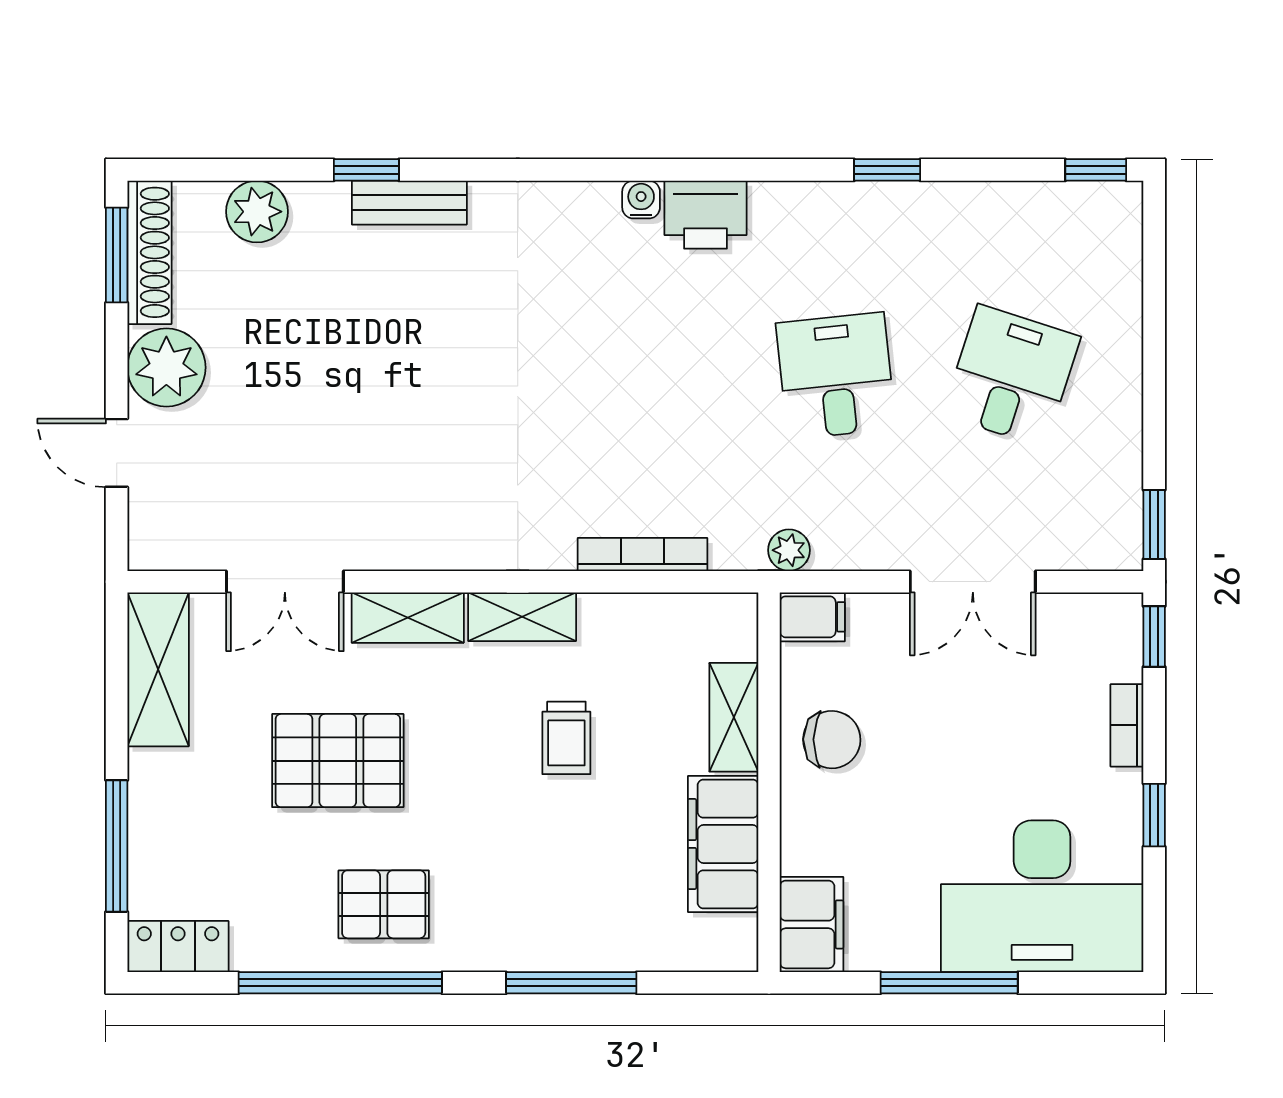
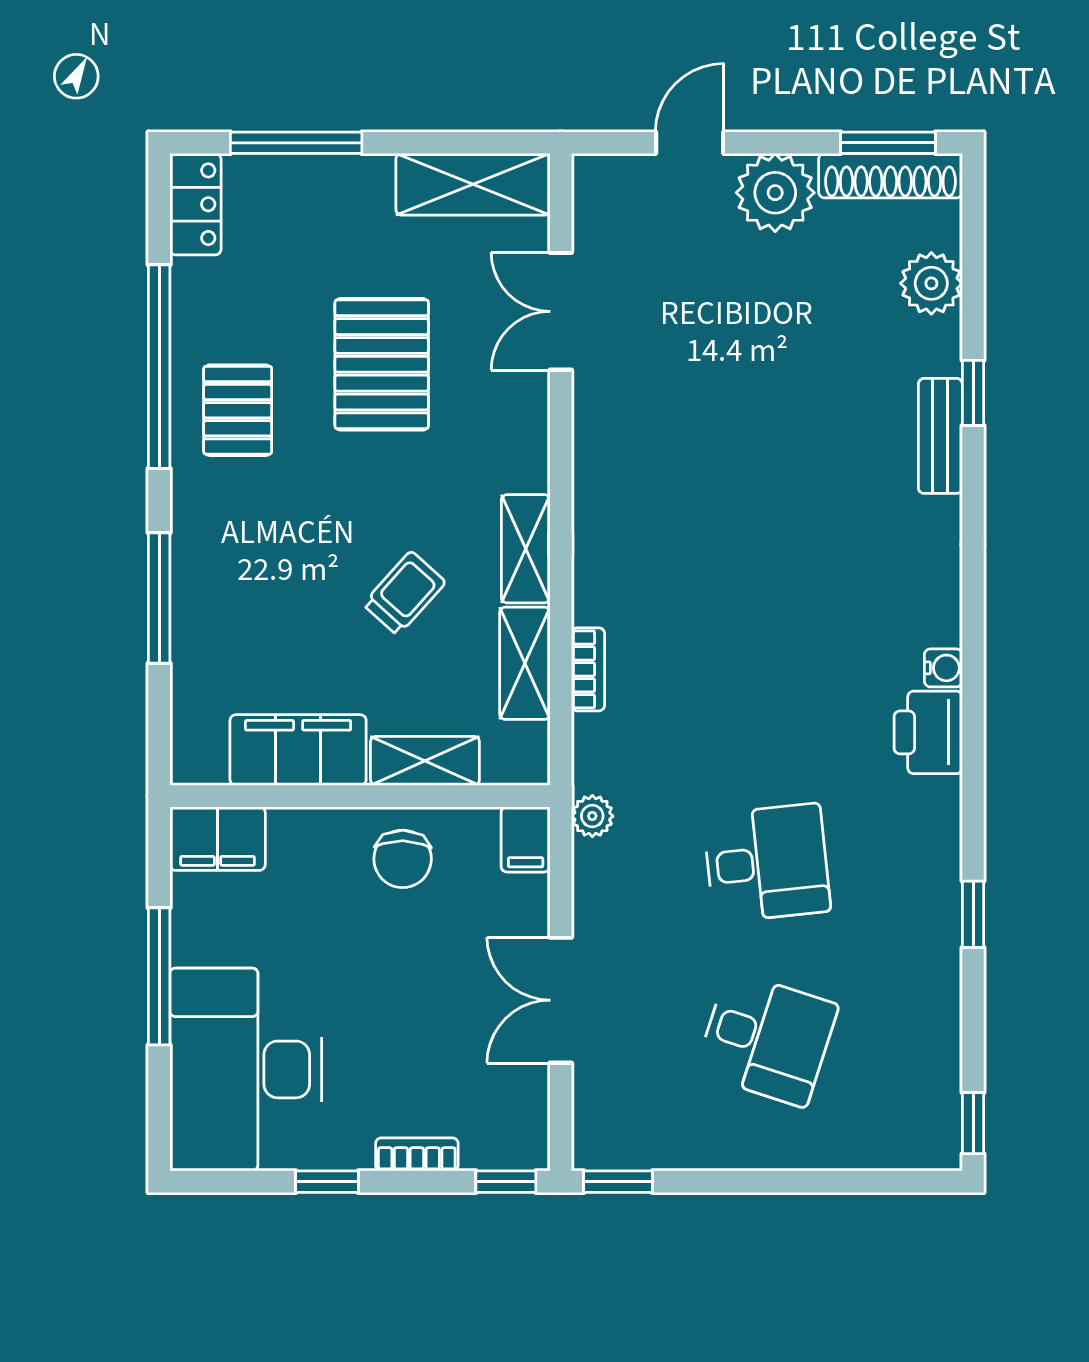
bookcase: (643, 554) -> (588, 669), width x0.64
shelving: (408, 618) -> (525, 663), moved
trolley: (566, 738) -> (404, 593), turned 132

